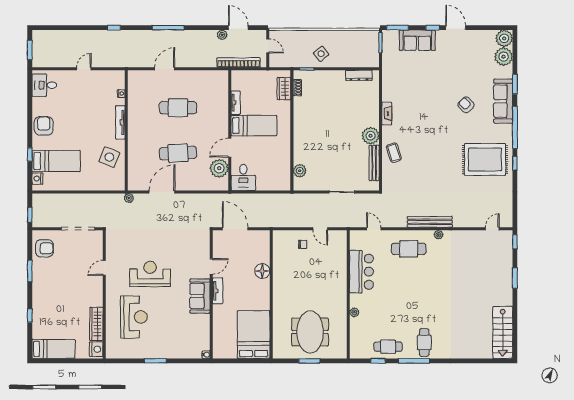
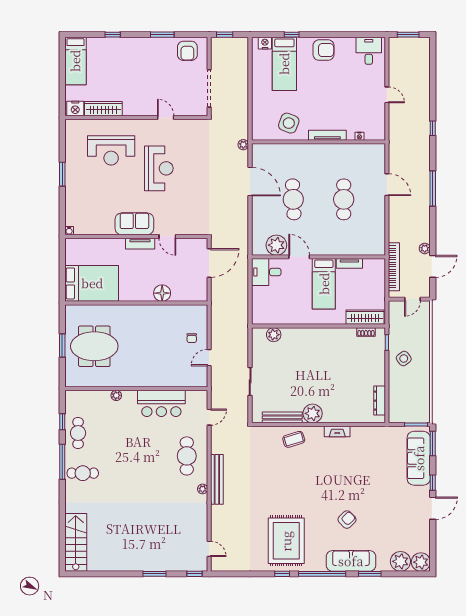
sofa: (417, 40) -> (419, 458), width x1.36
wardrobe: (284, 89) -> (365, 317), width x1.50
stairs: (503, 332) -> (76, 542), moved, turned 90

